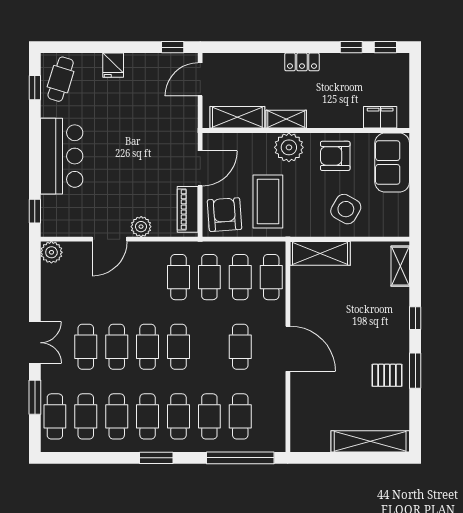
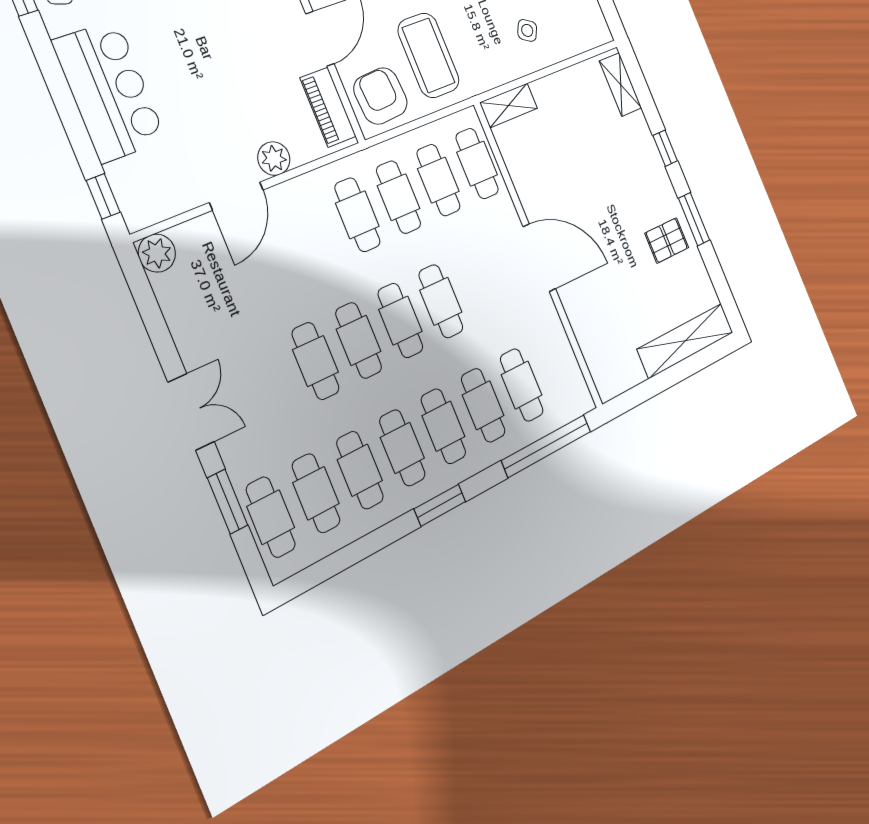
side table: (346, 209) -> (527, 30), width x0.54, depth x0.54
shelving: (320, 253) -> (509, 105), width x0.67, depth x0.75
cafe table: (86, 347) -> (271, 382), removed
cafe table: (240, 347) -> (441, 301), moved

